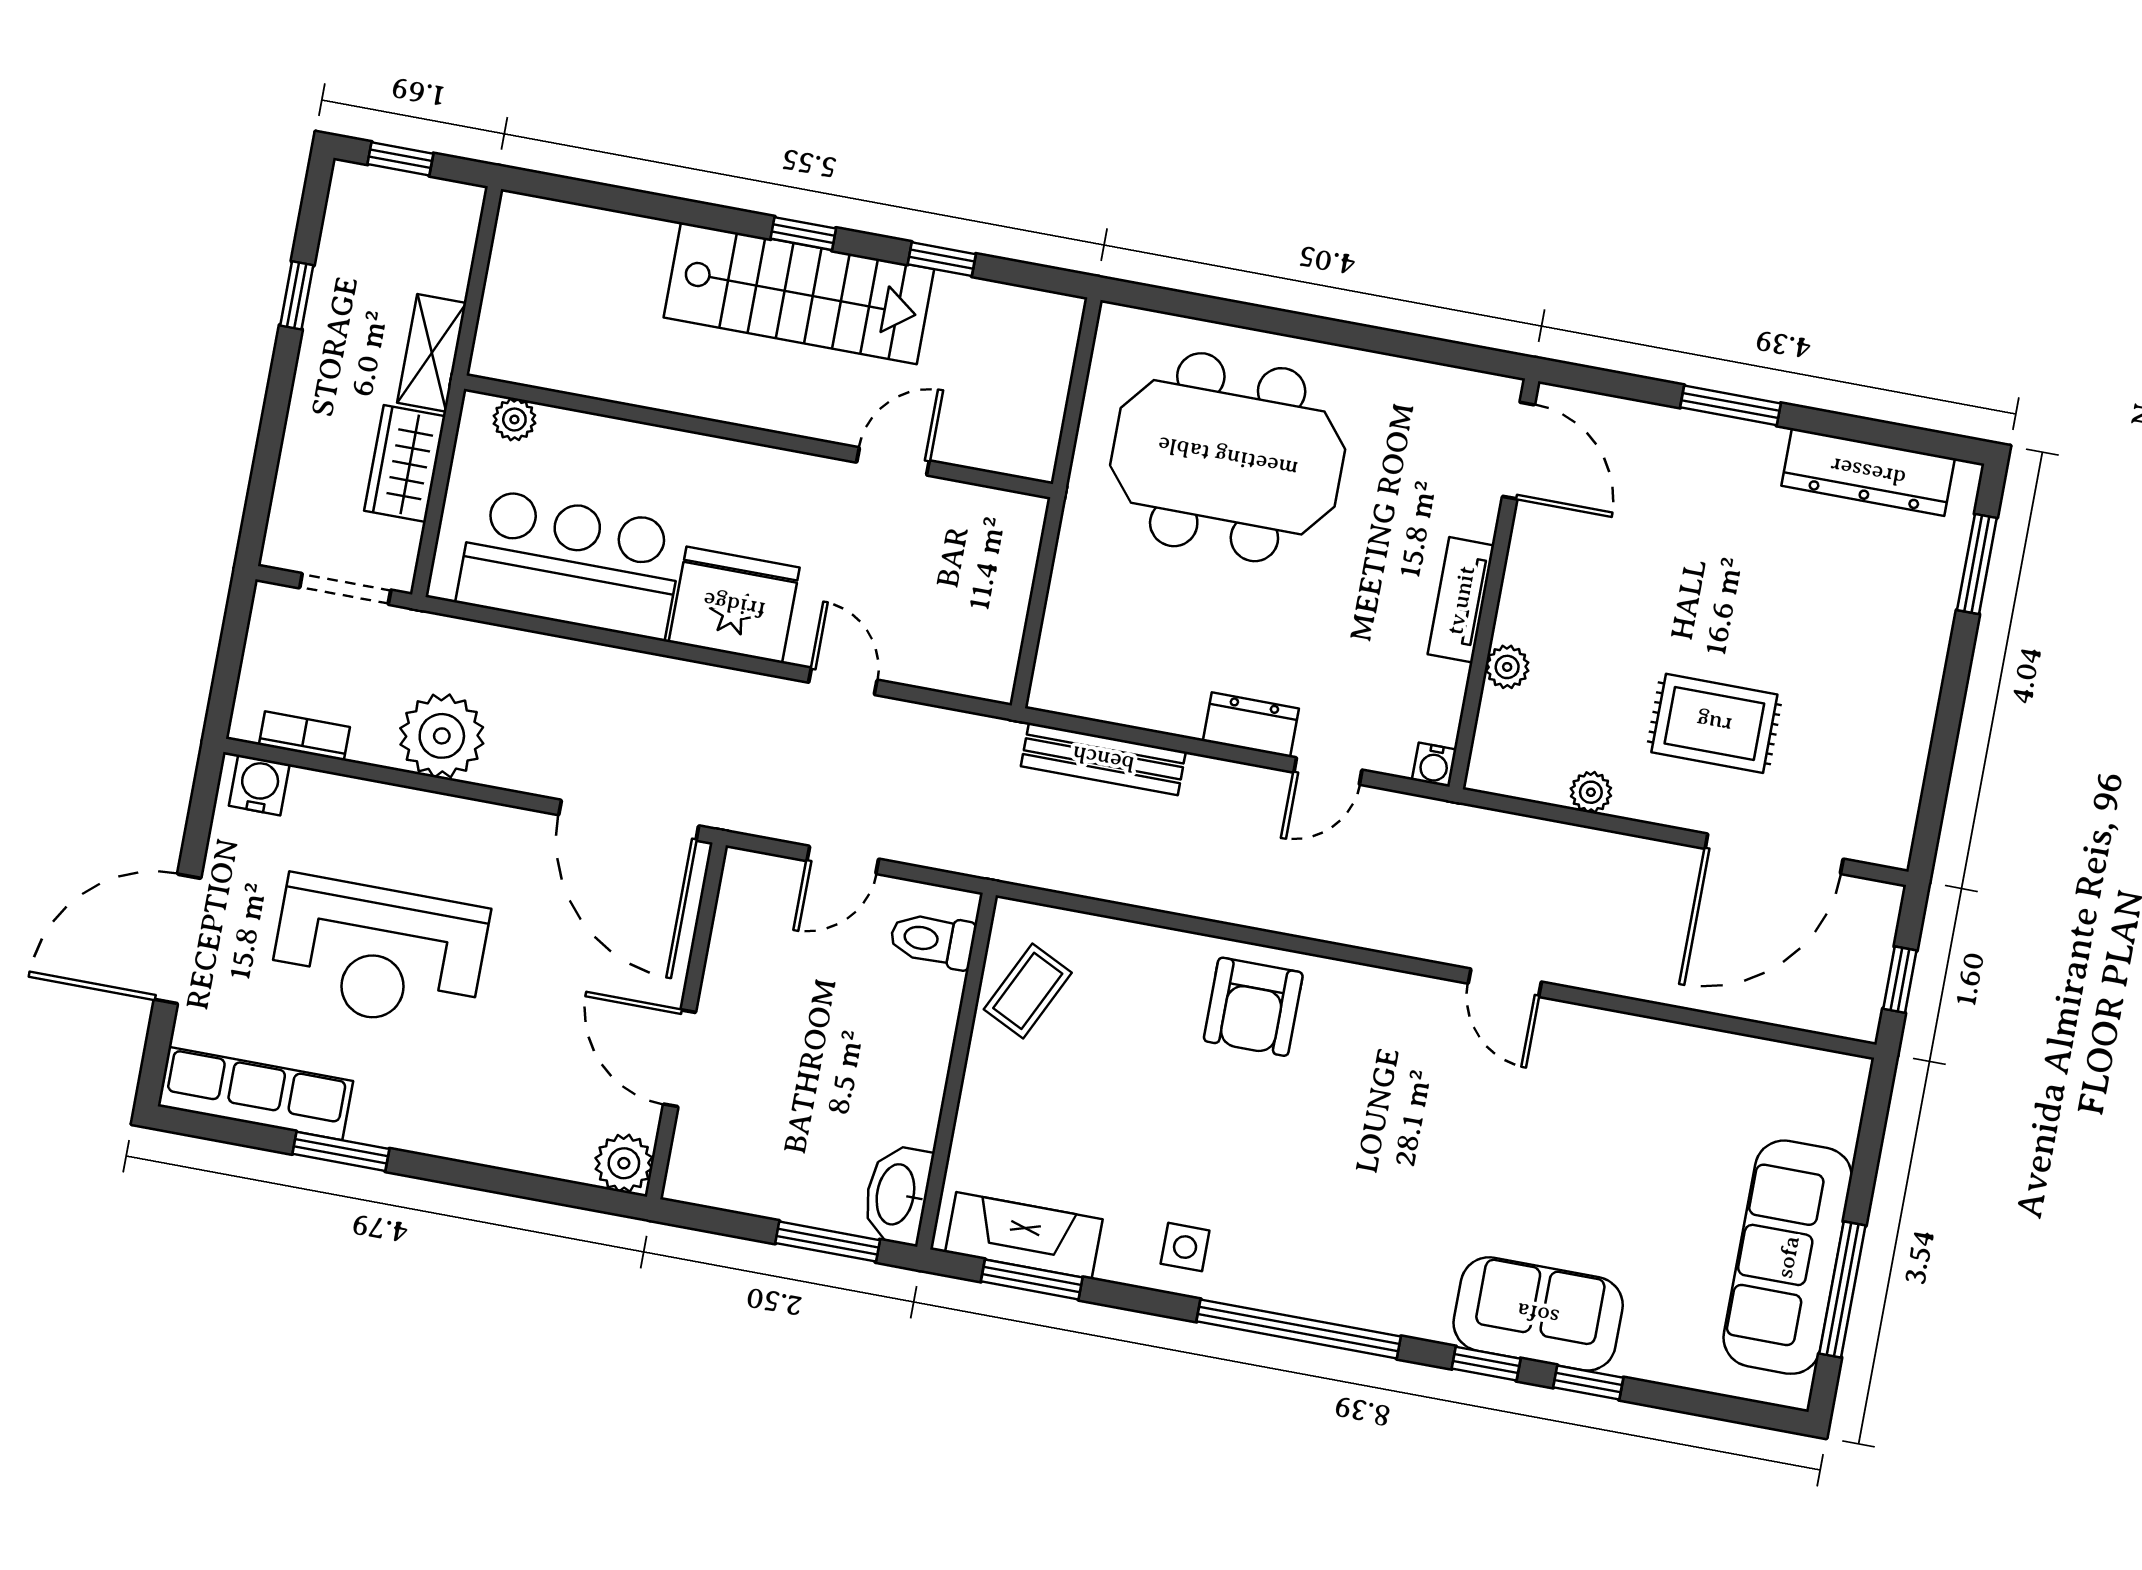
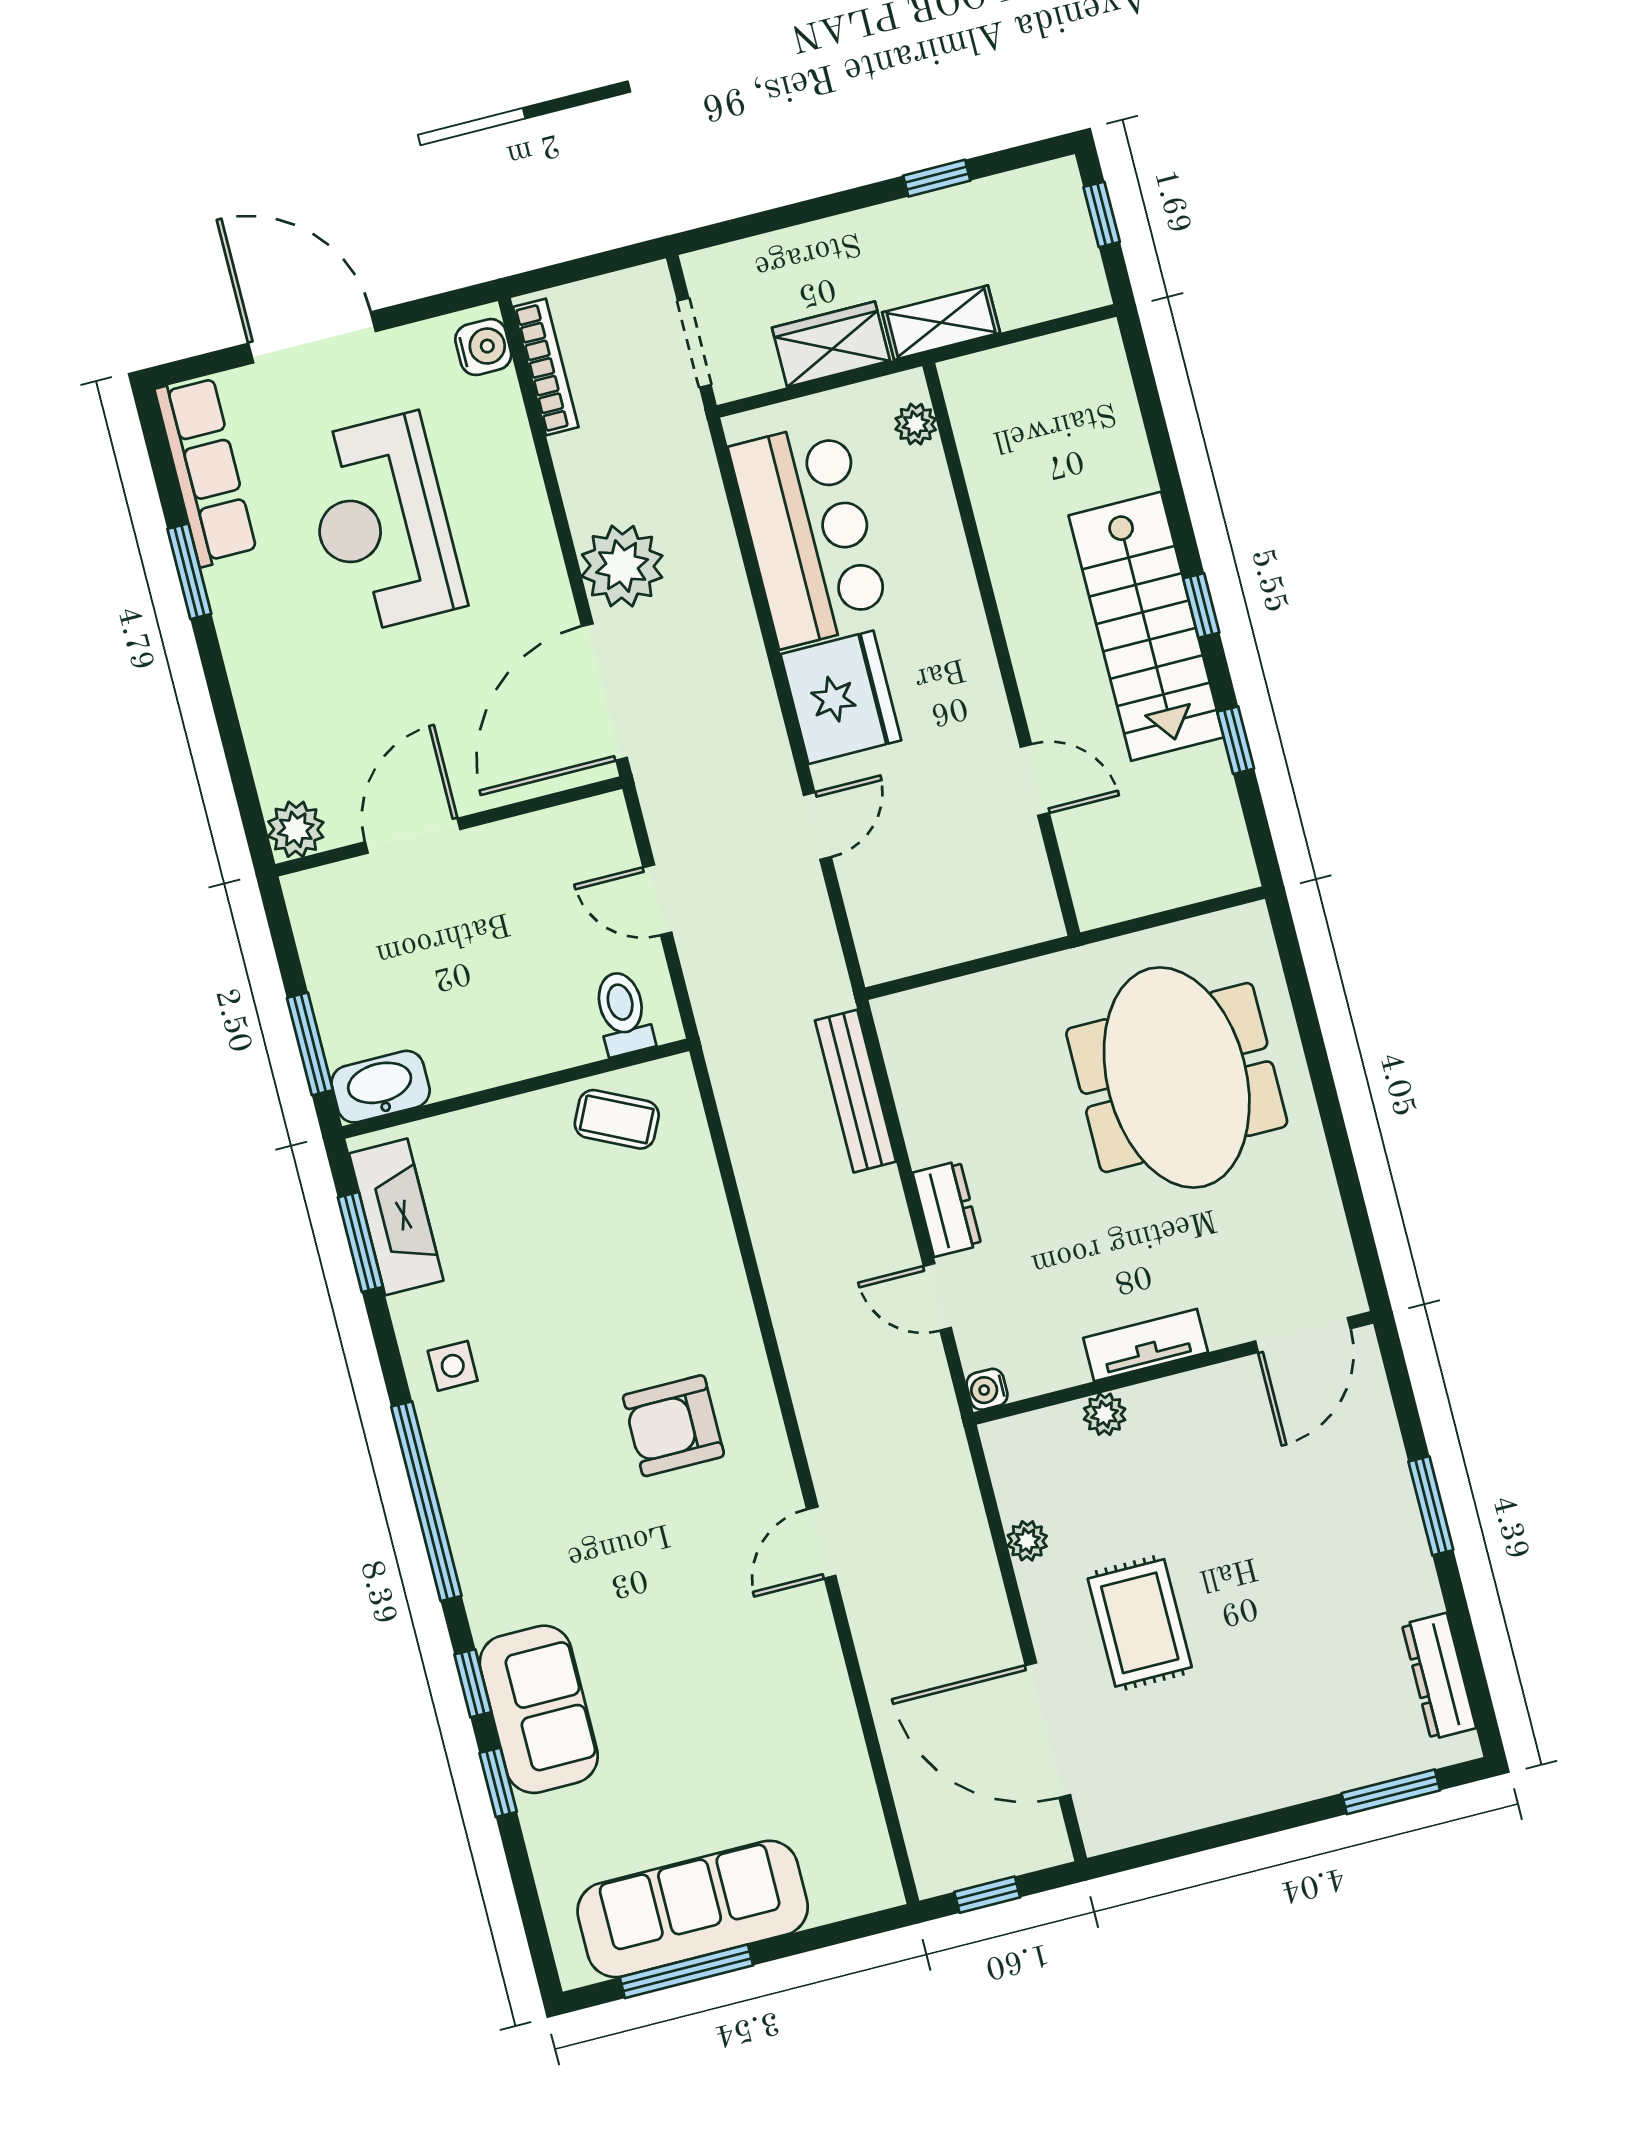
dresser: (1868, 472) -> (1439, 1676), width x0.73, depth x0.80
bookcase: (304, 736) -> (546, 367), width x1.56
plant: (442, 736) -> (622, 566), moved
armchair: (1253, 1007) -> (673, 1426), moved

